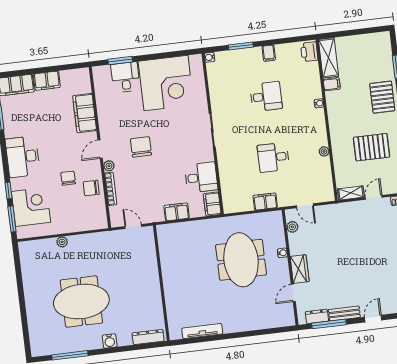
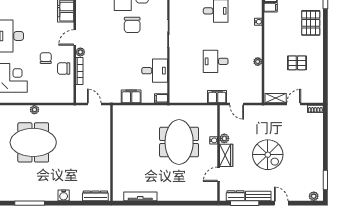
chair: (141, 147) -> (132, 25), moved, turned 180
pallet: (372, 147) -> (297, 63), width x0.67, depth x0.71
filing cabinet: (265, 201) -> (217, 97), moved
filing cabinet: (212, 204) -> (161, 98), width x0.50
plant: (292, 227) -> (224, 138), moved
spiral stairs: (350, 262) -> (268, 155), added
meeting table: (81, 301) -> (33, 142), moved
door: (373, 319) -> (281, 203), hinge flipped

